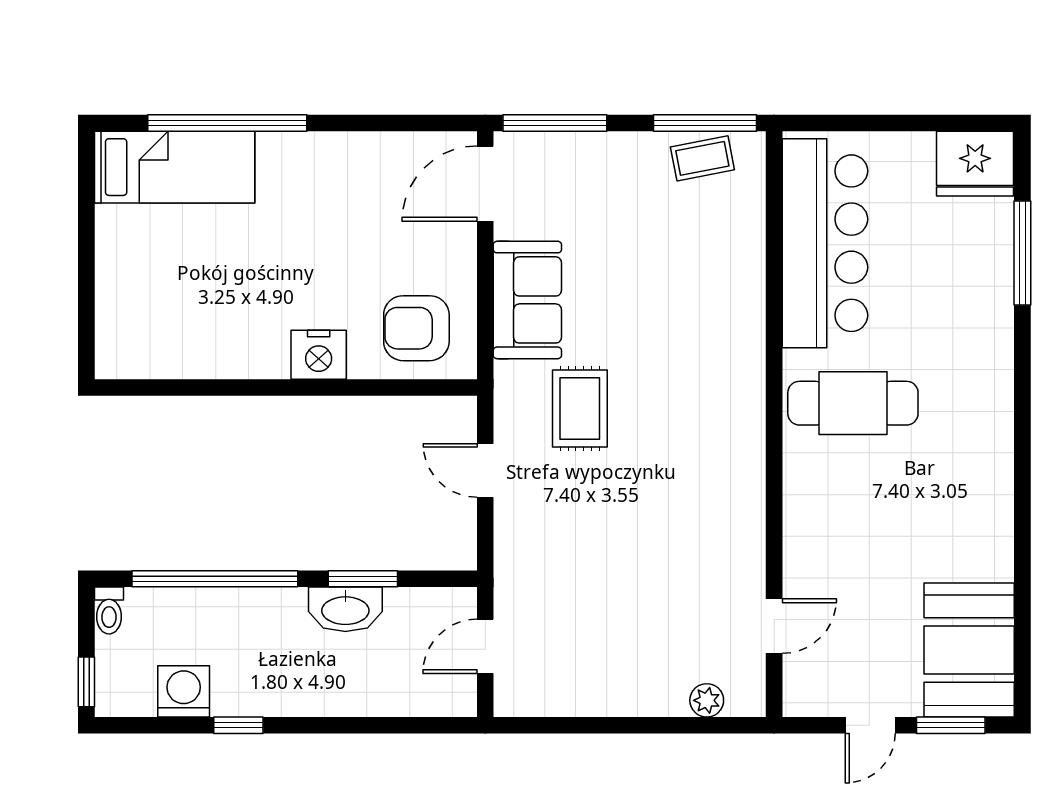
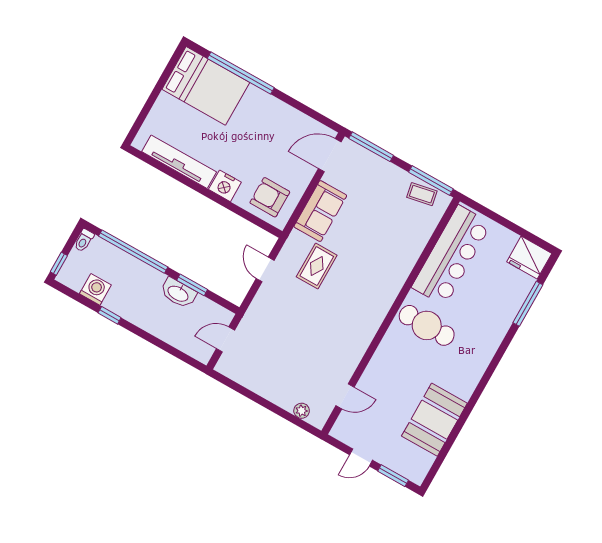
bed: (175, 167) -> (206, 86), width x1.50
tv unit: (206, 358) -> (179, 162), added
booth: (969, 650) -> (434, 420), moved

